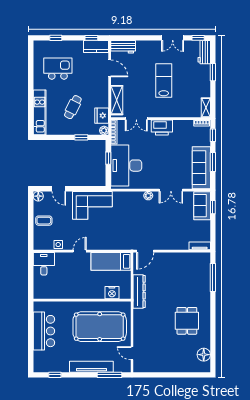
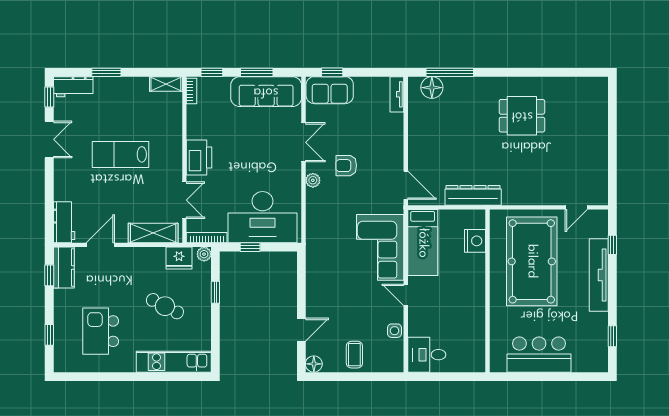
corner sofa: (92, 205) -> (380, 247), moved, turned 180
armchair: (157, 216) -> (346, 166), added
floor lamp: (204, 355) -> (432, 88), moved
window: (110, 375) -> (612, 245), width x0.46

